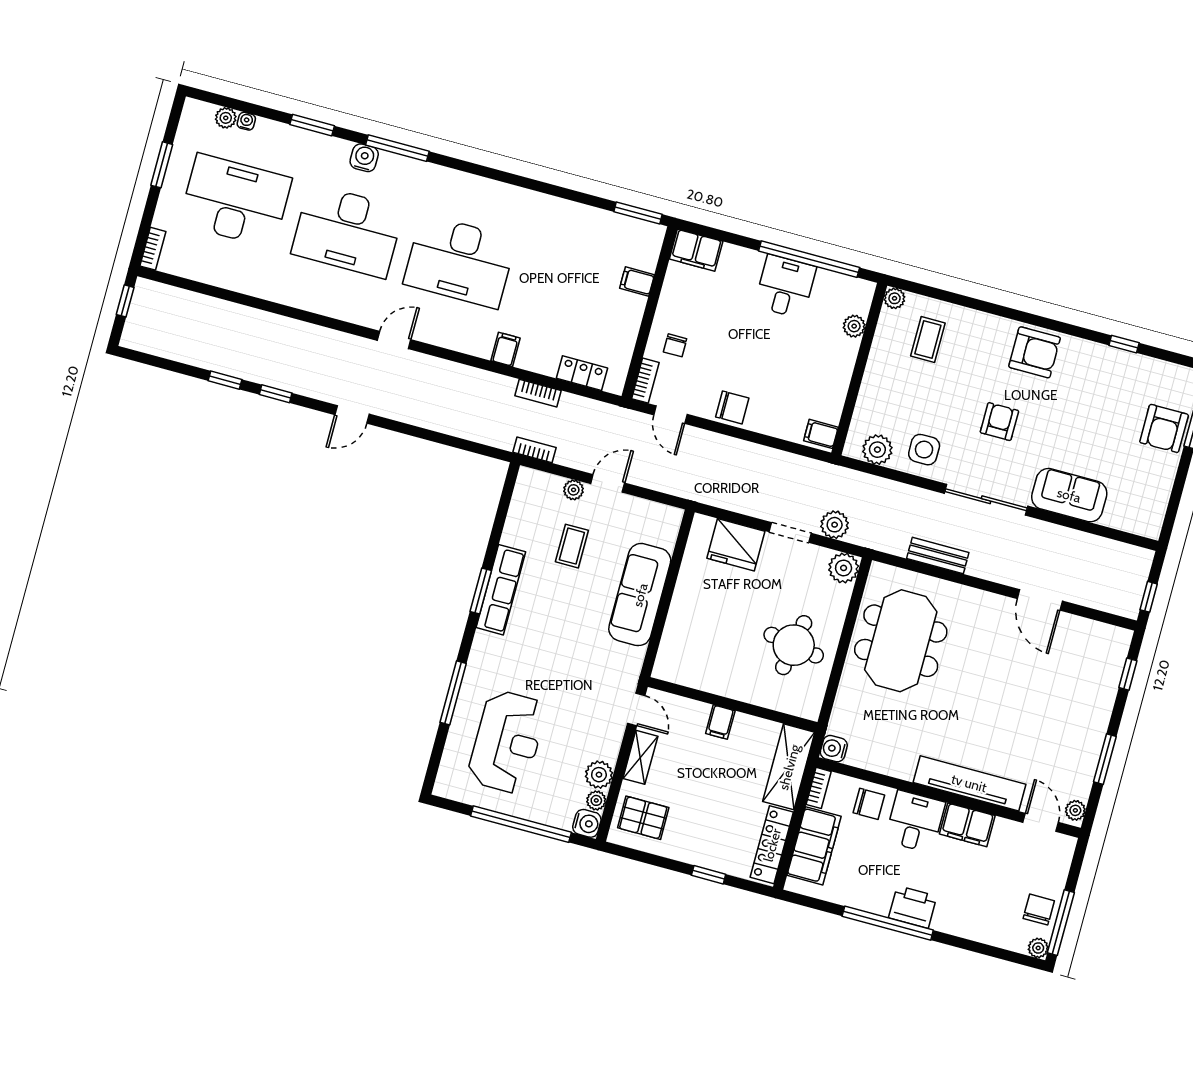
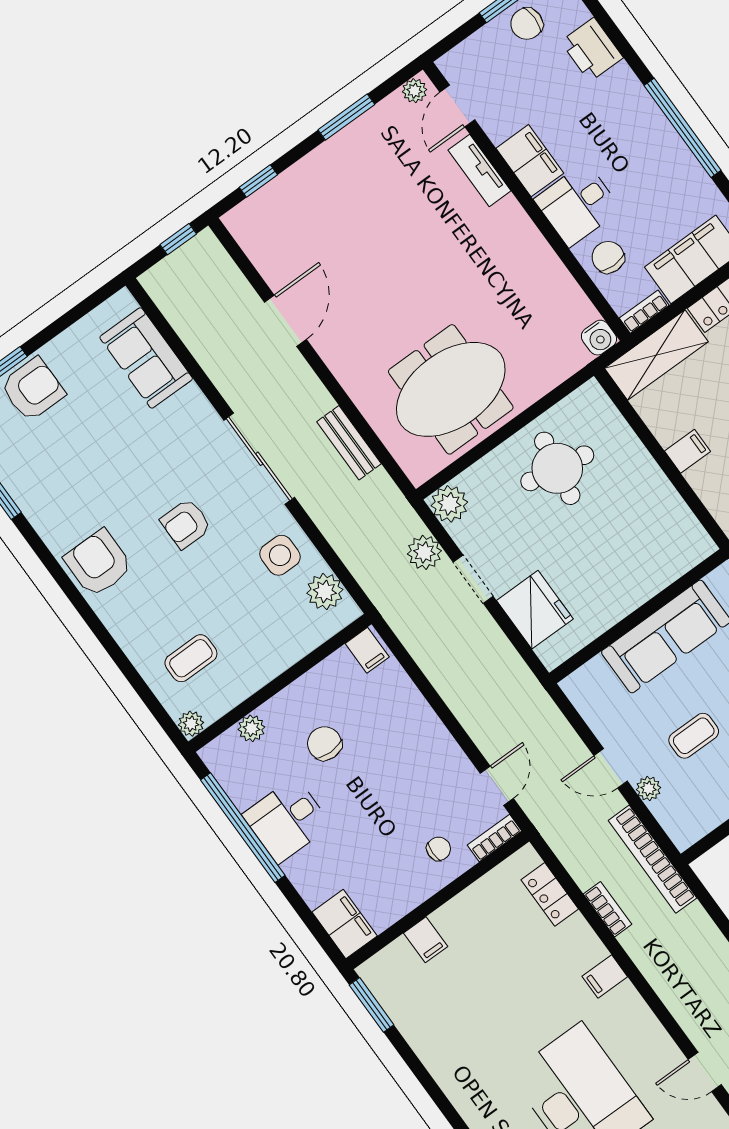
chair: (732, 407) -> (325, 743), moved
bookcase: (534, 450) -> (653, 859), width x2.31, depth x1.31
sofa: (1069, 495) -> (146, 358), moved
tv unit: (969, 783) -> (480, 170), width x0.52, depth x0.78
printer: (913, 907) -> (592, 50), moved

